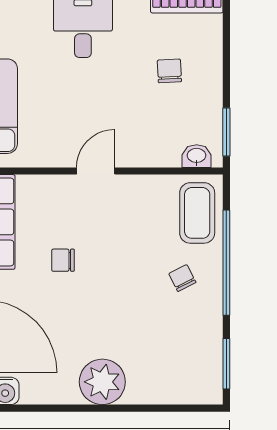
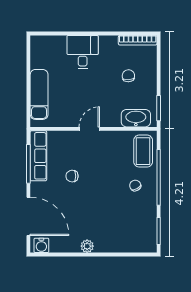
washbasin: (197, 156) -> (136, 118), width x1.91, depth x1.45
plant: (102, 382) -> (87, 246), width x0.53, depth x0.53

